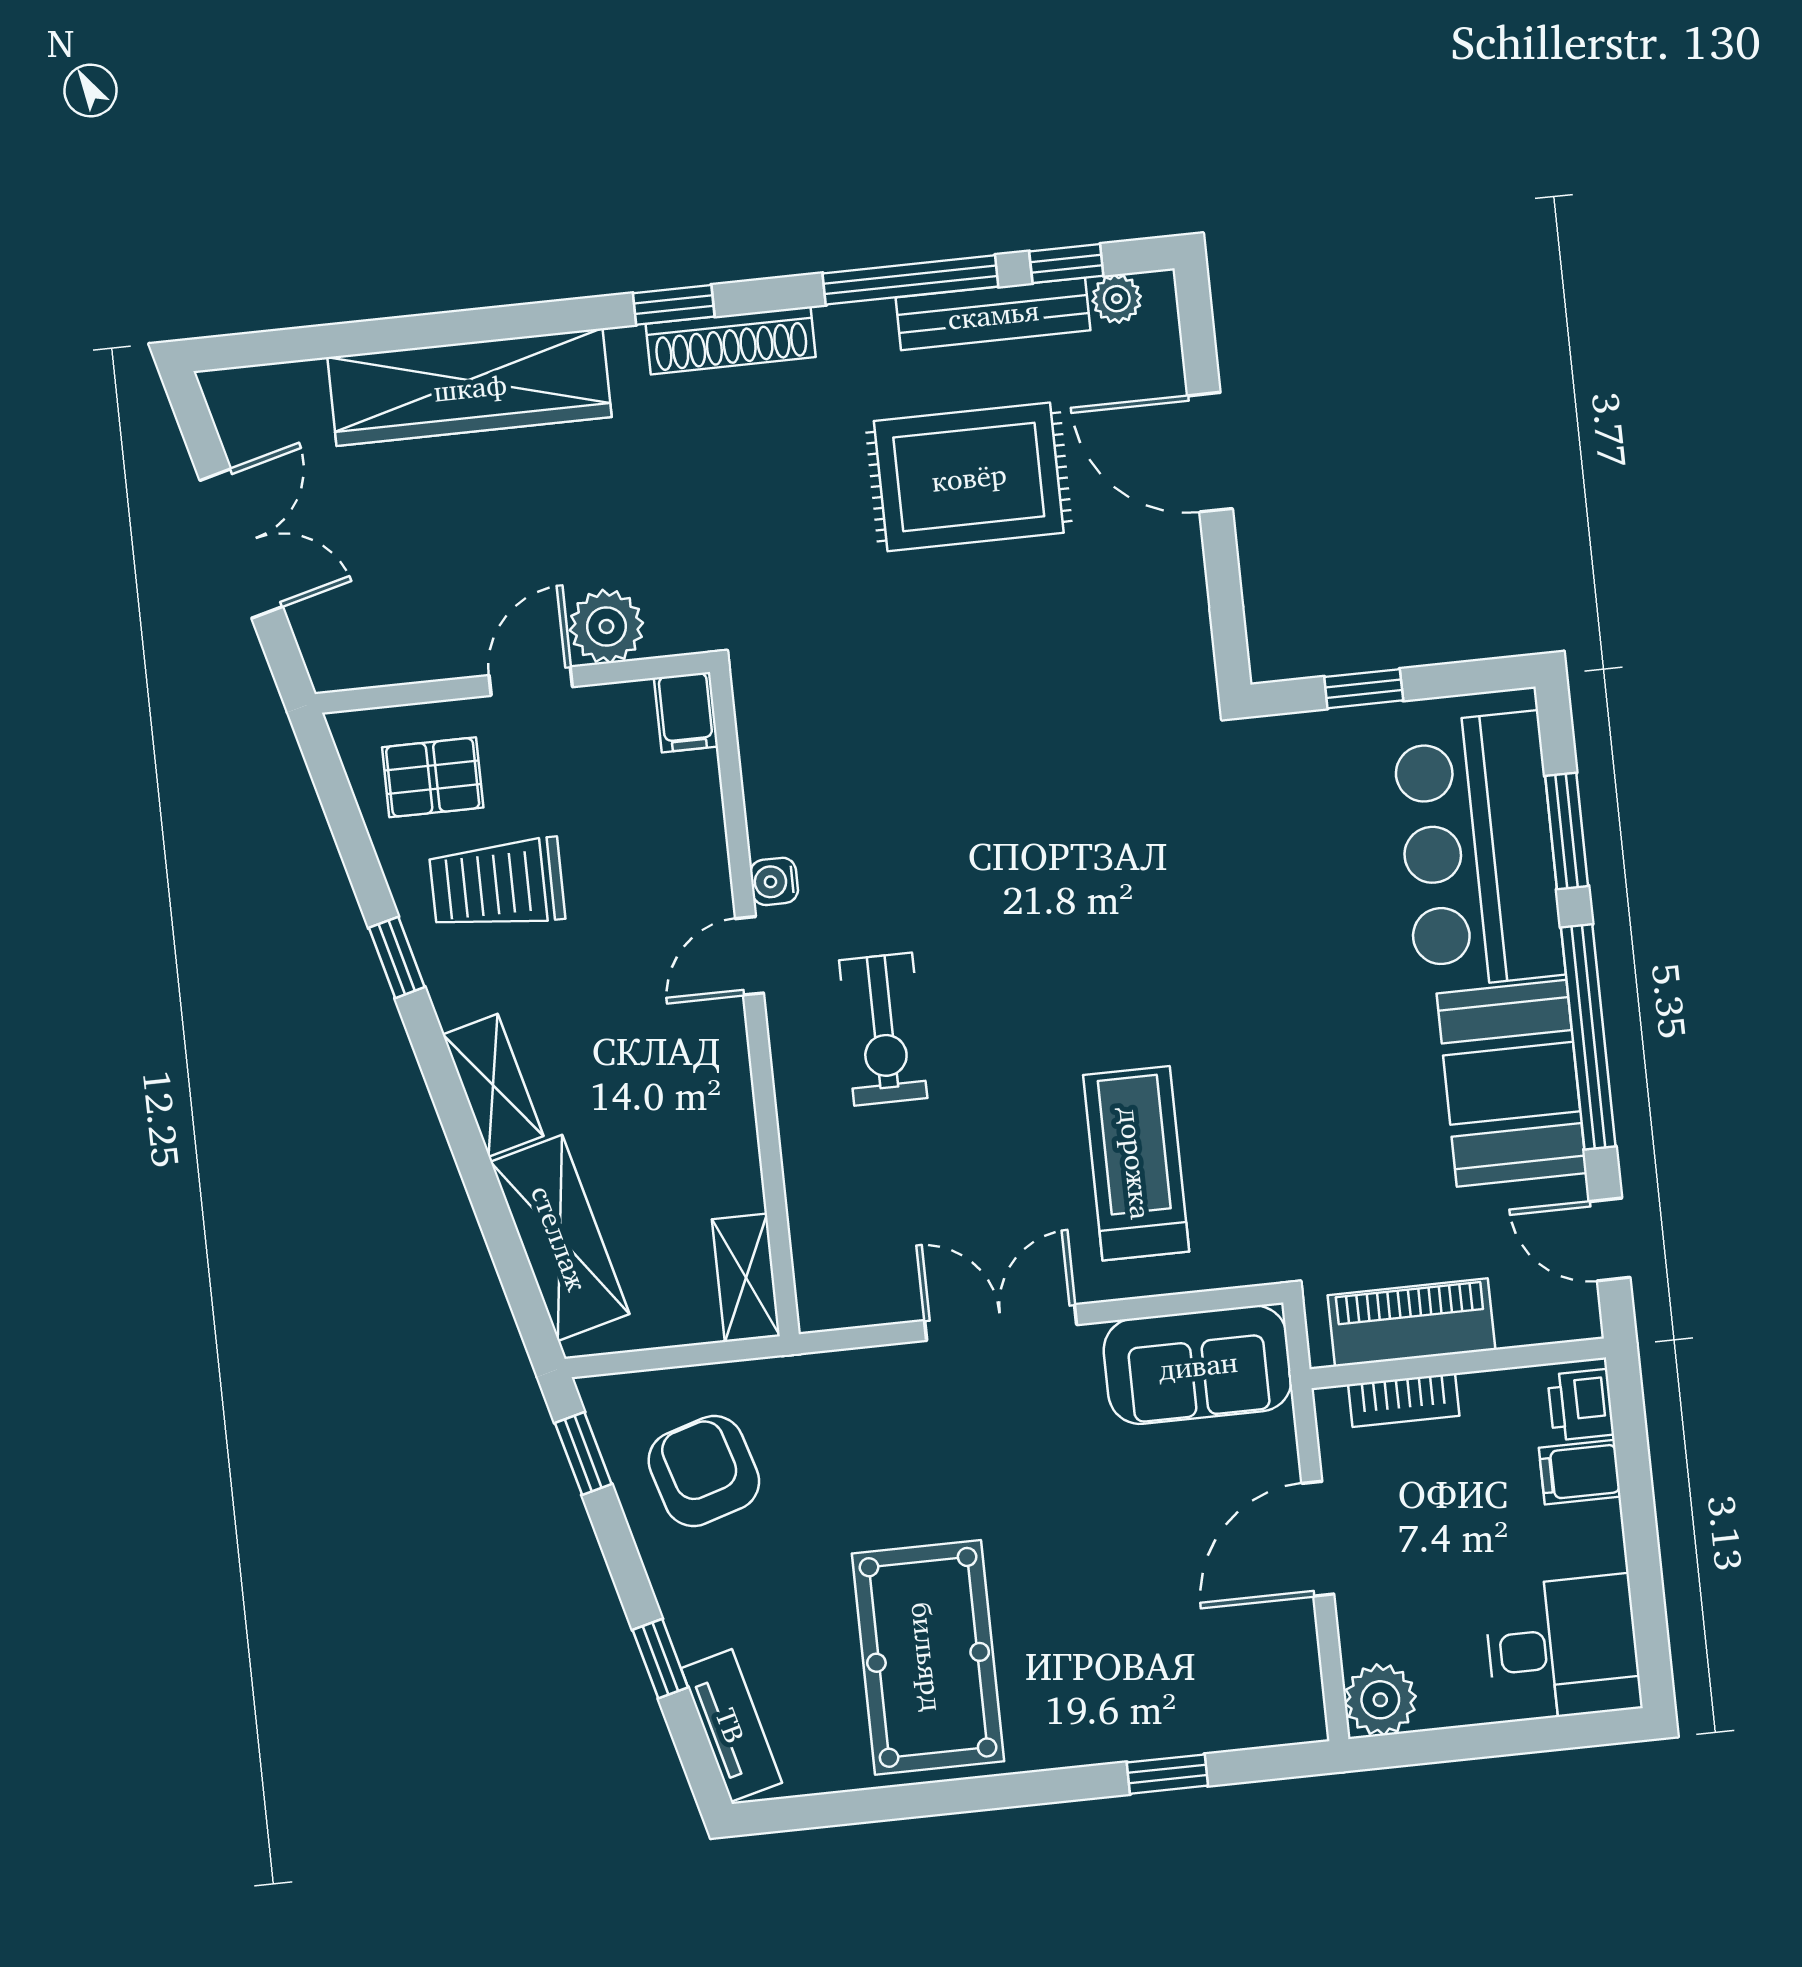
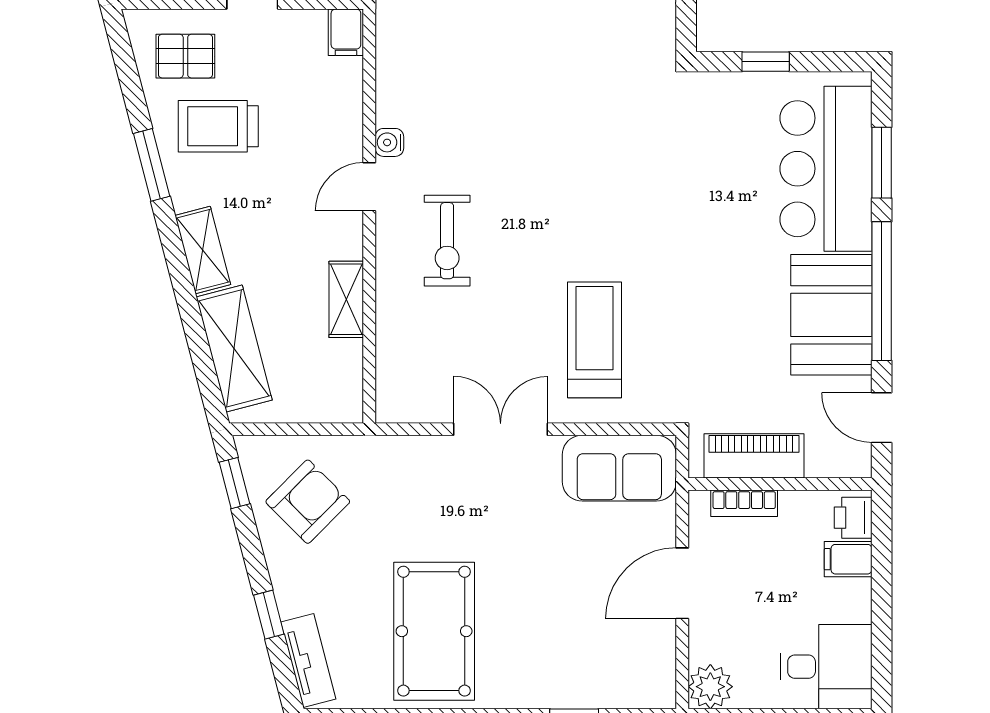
window: (397, 957) -> (152, 165), width x1.50
shelving: (746, 1278) -> (346, 299), moved
armchair: (704, 1471) -> (308, 502), turned 62

